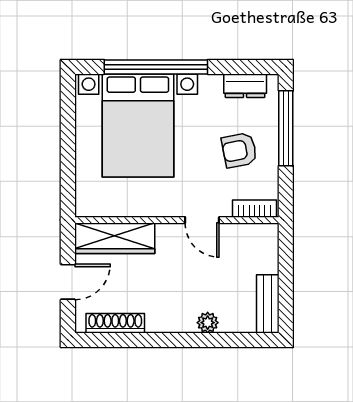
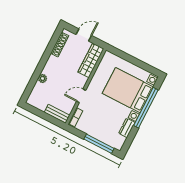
dresser: (245, 86) -> (127, 128), moved
armchair: (239, 150) -> (100, 123), removed
door: (68, 282) -> (84, 35), swing flipped
bench: (268, 304) -> (57, 114), moved

